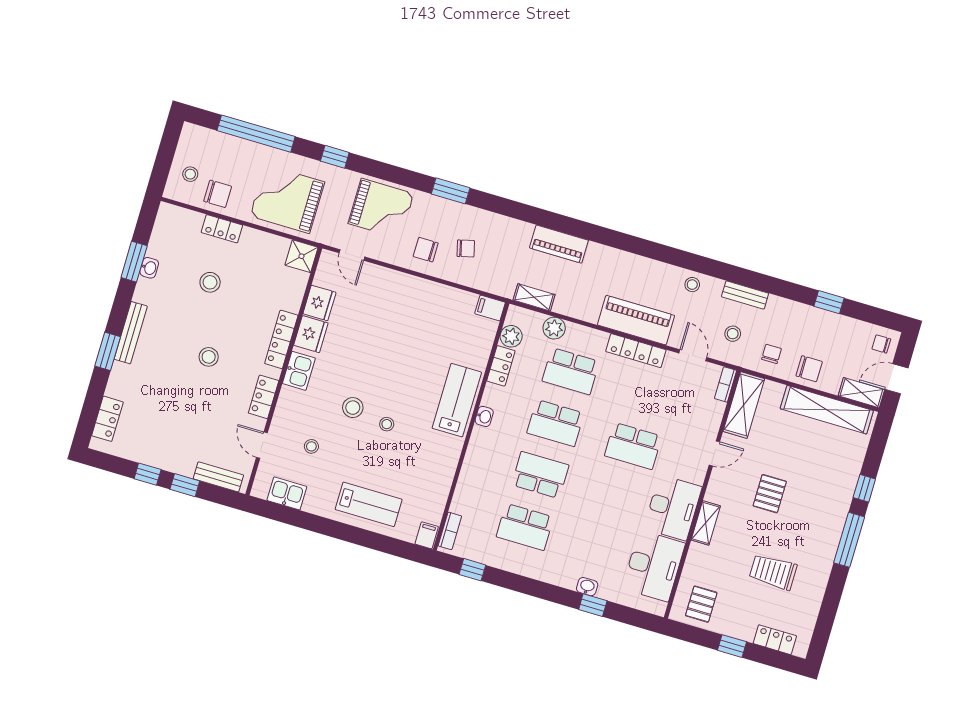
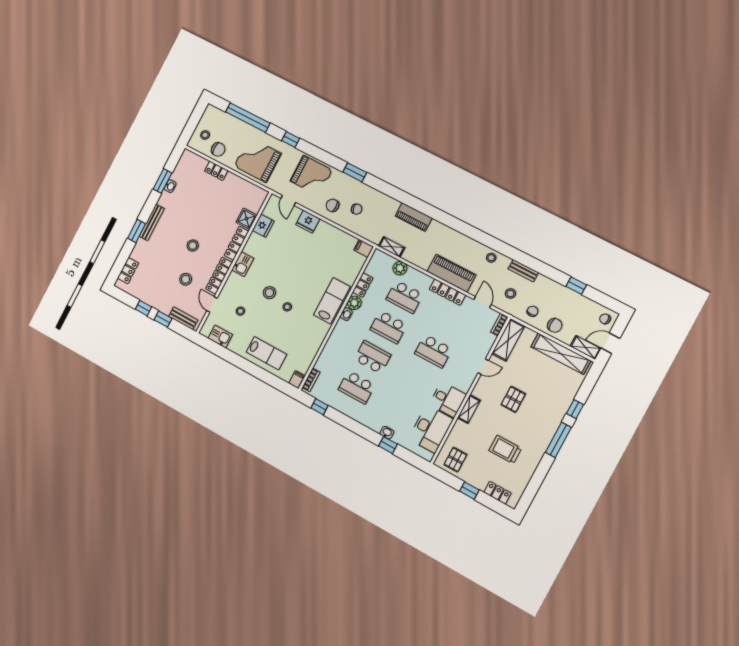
shower: (301, 256) -> (247, 219), moved
stool: (210, 282) -> (186, 279), moved
fridge: (311, 334) -> (308, 222), moved, turned 90
plant: (511, 336) -> (354, 303), moved
locker: (264, 397) -> (219, 276), width x1.53
desk: (673, 508) -> (448, 399), width x0.73

